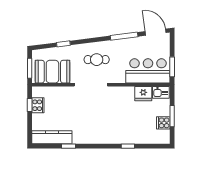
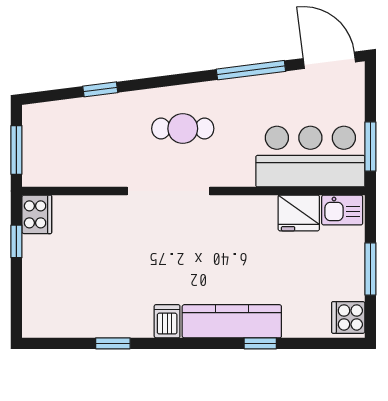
booth: (52, 72) -> (73, 158), removed
cooker: (38, 105) -> (37, 214), moved
cooker: (163, 123) -> (348, 317), moved
kitchen counter: (52, 137) -> (232, 321), moved
dishwasher: (90, 137) -> (167, 321), added

